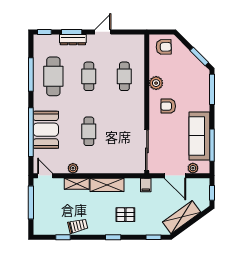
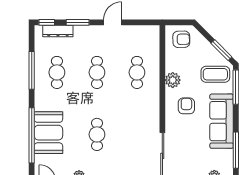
dresser: (73, 40) -> (58, 31), moved
cafe table: (53, 76) -> (57, 72), width x0.73, depth x0.74
coffee table: (194, 78) -> (215, 74), added
armchair: (168, 106) -> (186, 106), turned 90
sofa: (199, 136) -> (222, 121), moved

